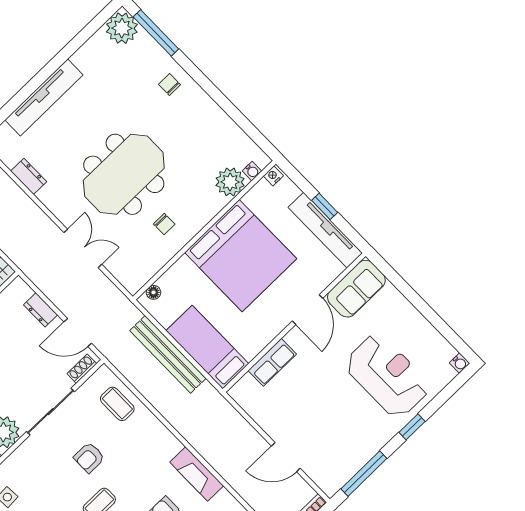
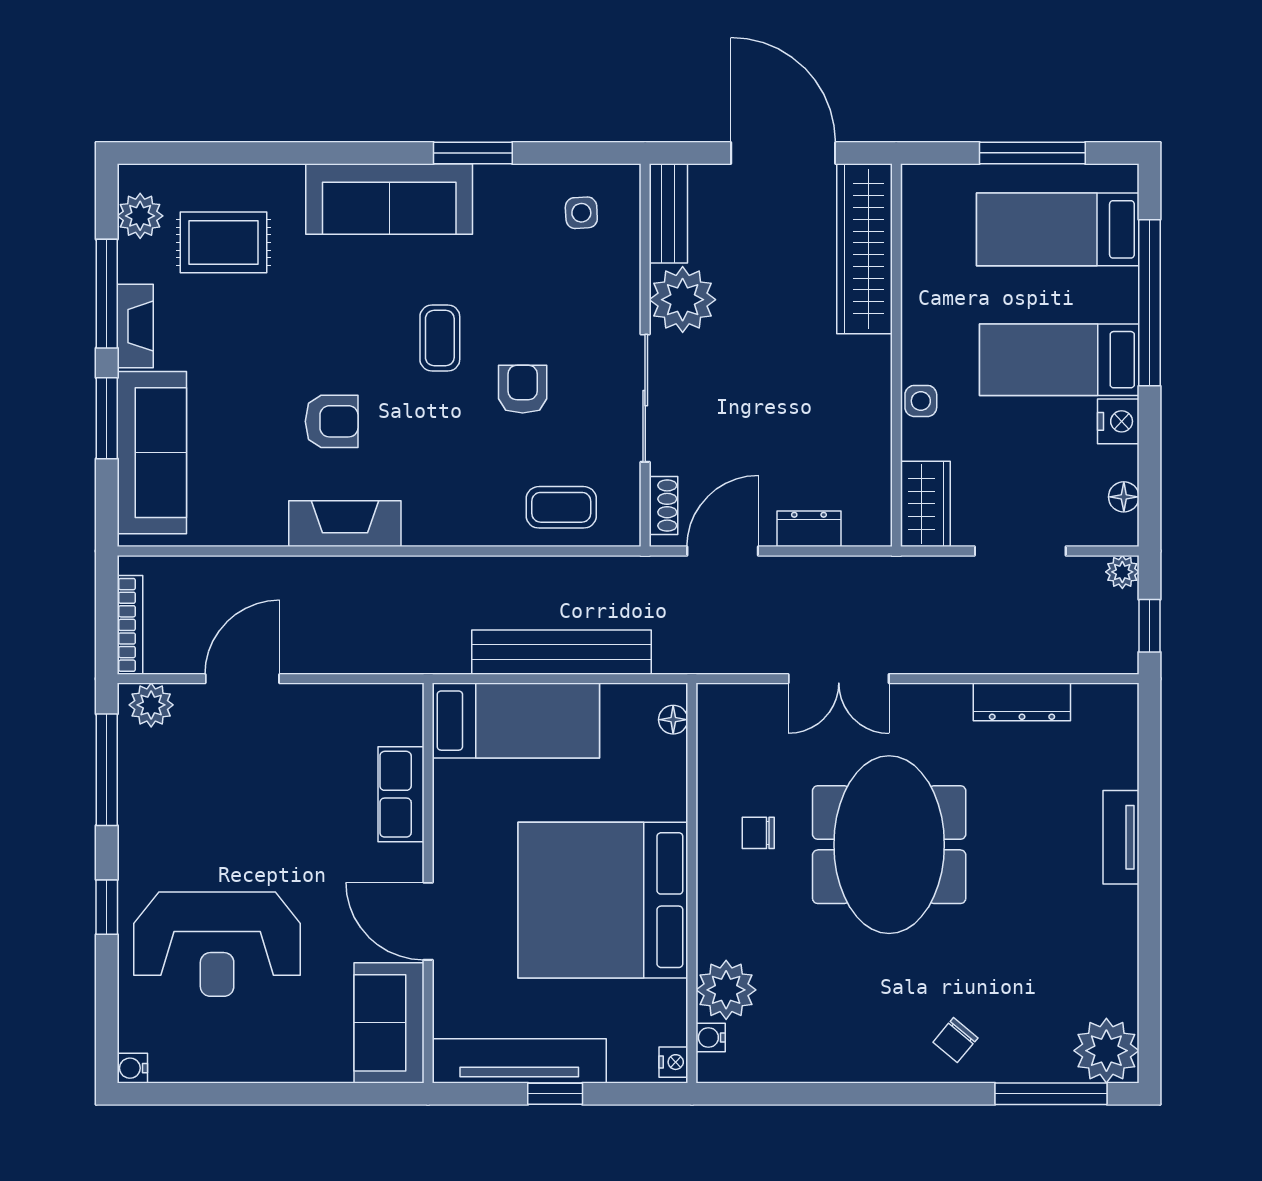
chair: (170, 85) -> (955, 1040), turned 130
tv unit: (44, 97) -> (1121, 837), width x0.52, depth x0.78
dresser: (29, 176) -> (1022, 702), width x1.44
plant: (326, 480) -> (151, 705), added

